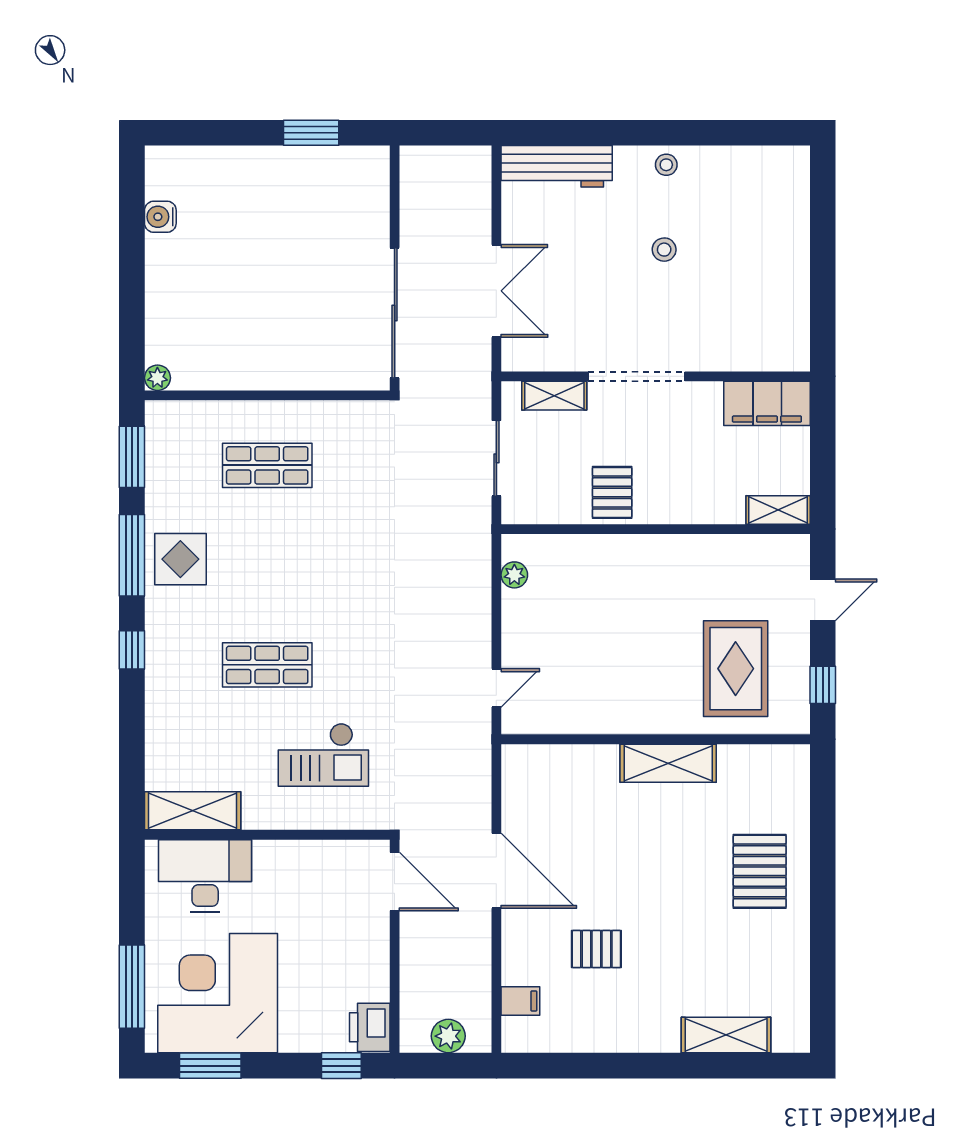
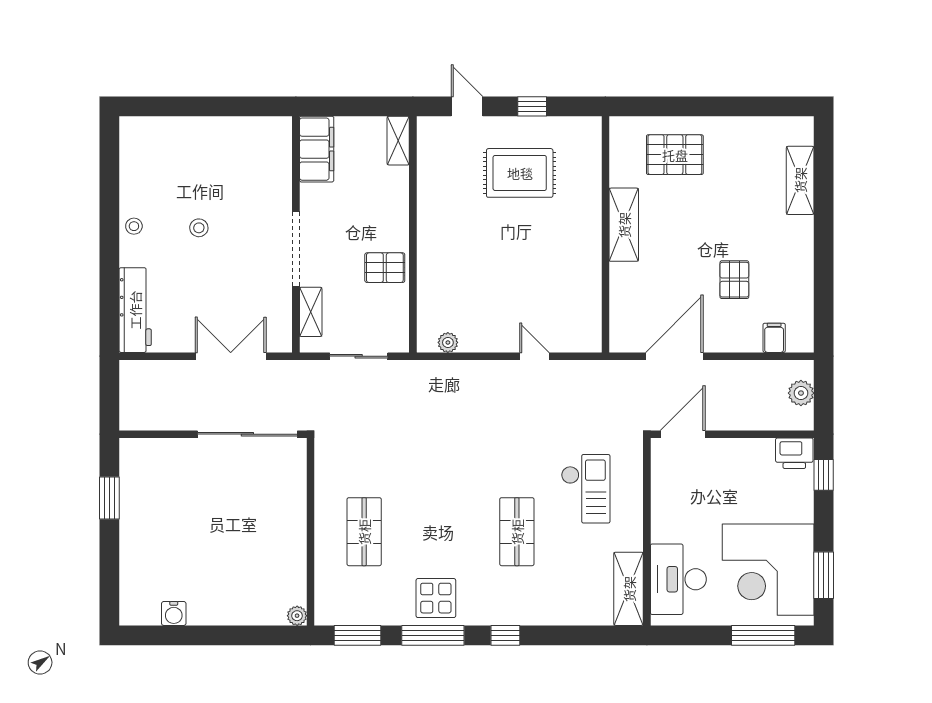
wall: (656, 739) -> (605, 234), moved
shelving: (668, 763) -> (624, 225), moved

